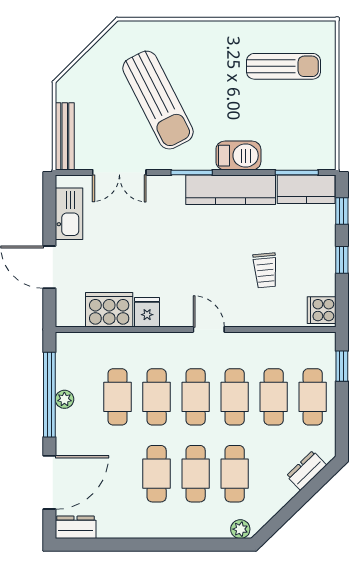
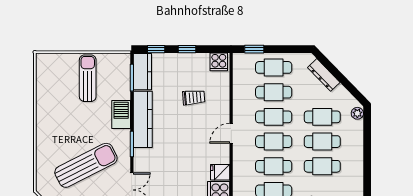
sun lounger: (283, 66) -> (88, 78), moved
dresser: (307, 470) -> (324, 75), width x1.44

